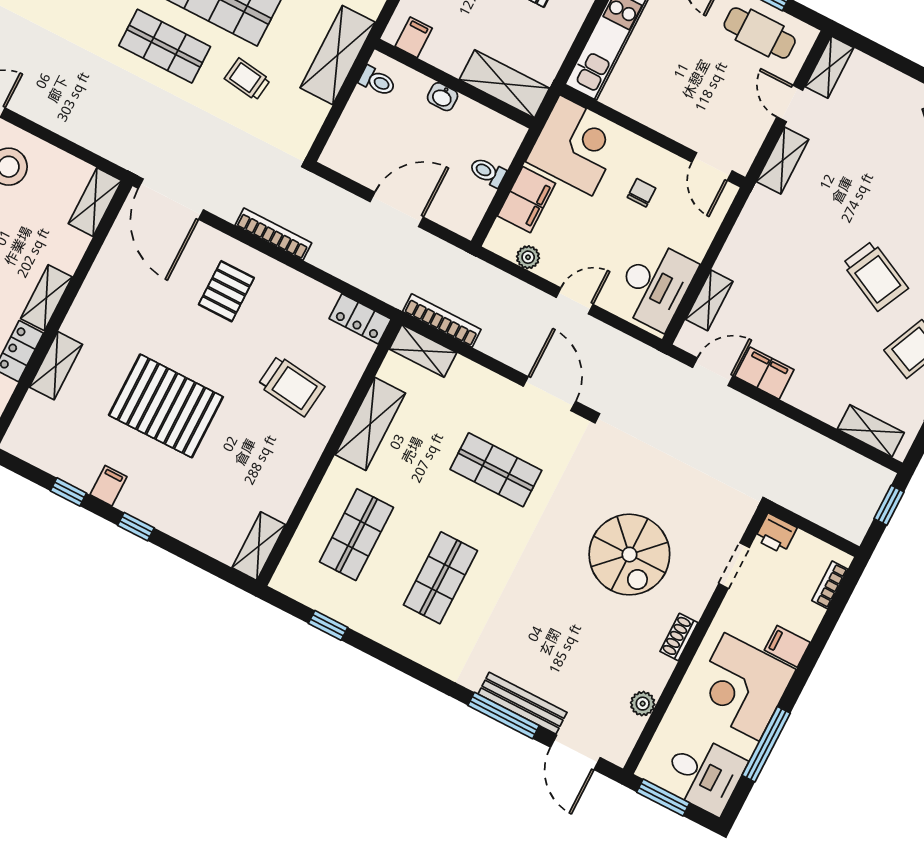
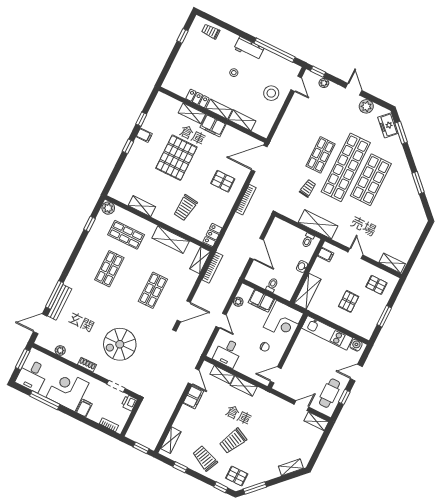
shelving: (783, 160) -> (244, 386), moved
shelving: (95, 202) -> (242, 120), moved
desk: (655, 285) -> (228, 353), width x0.73
filing cabinet: (88, 313) -> (213, 126), added
shelving: (259, 546) -> (142, 206), moved
plant: (289, 578) -> (108, 208), added
shop shelf: (440, 578) -> (109, 269), turned 90

